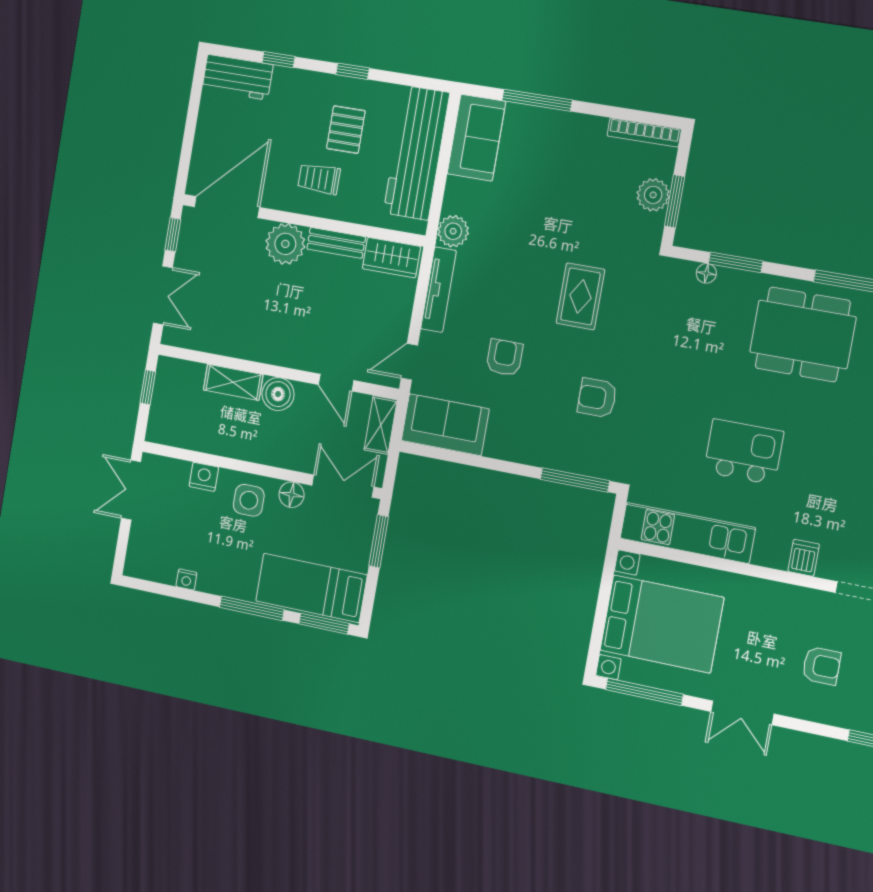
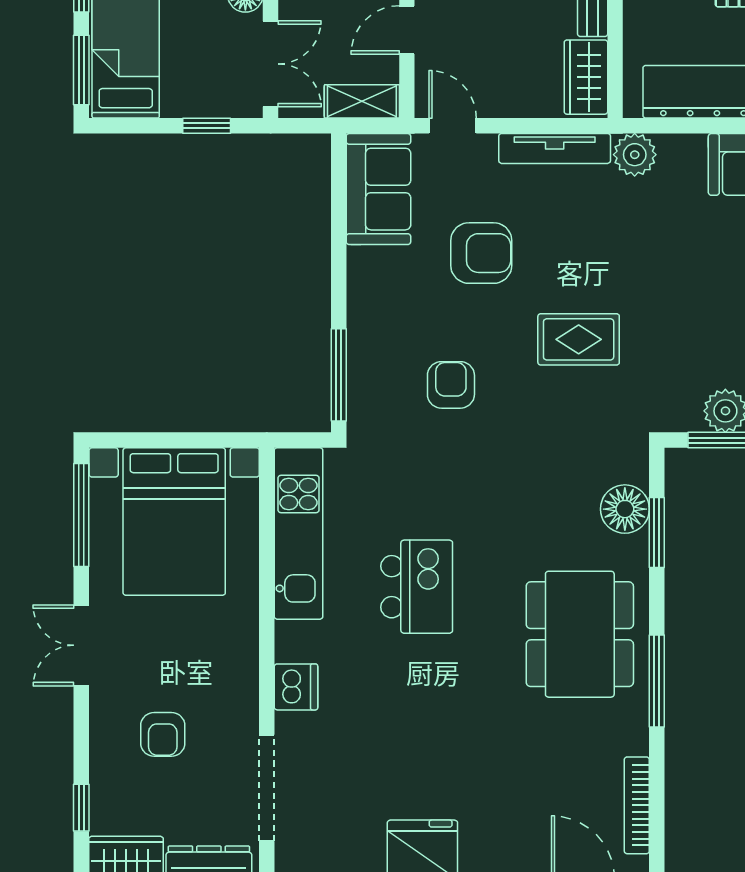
floor lamp: (706, 273) -> (625, 509), width x1.89, depth x1.89
armchair: (505, 358) -> (481, 253), width x1.38, depth x1.38
window: (379, 541) -> (207, 126), width x0.67
dishwasher: (804, 558) -> (296, 687), width x1.38

